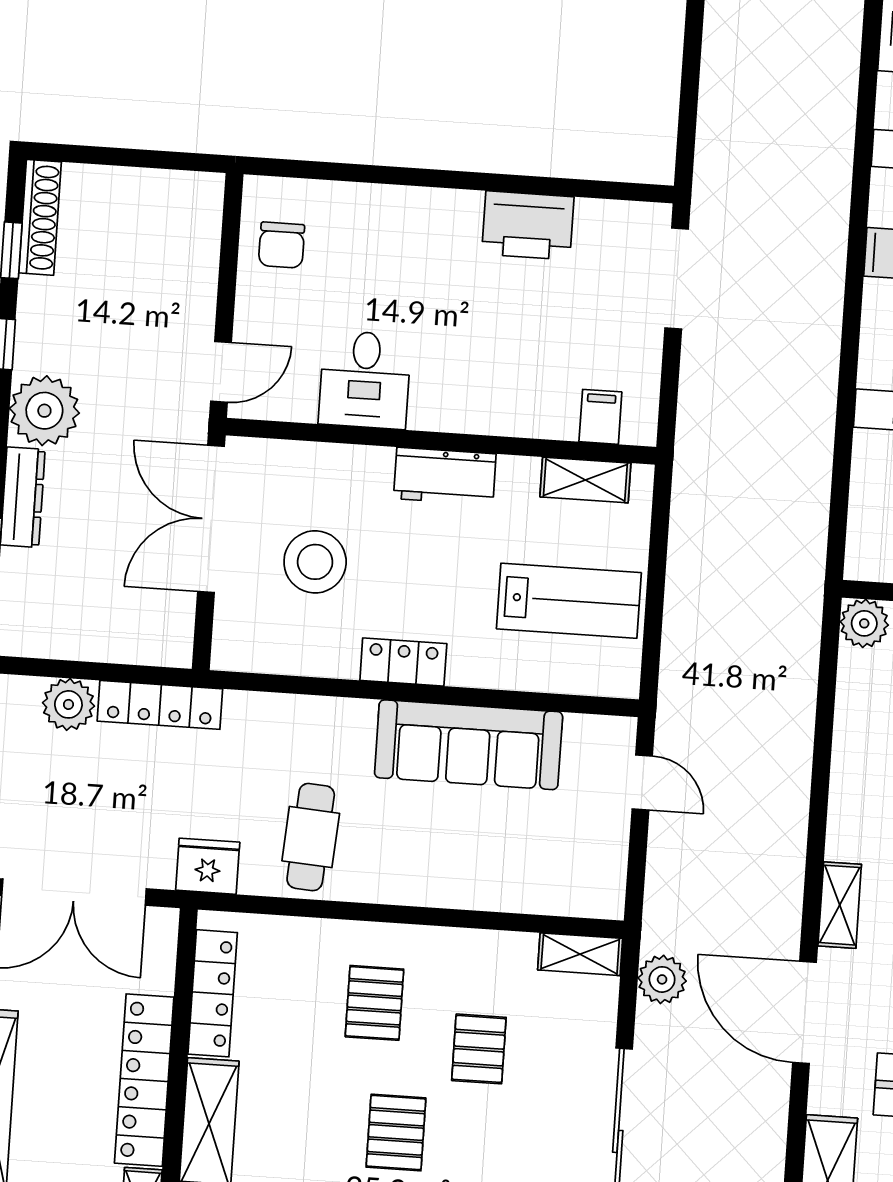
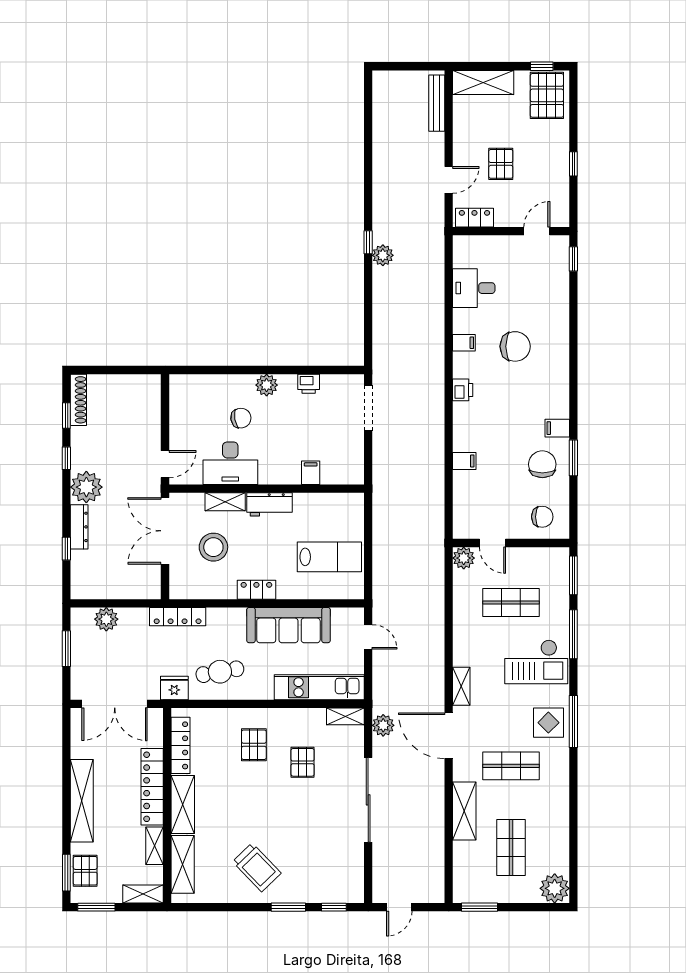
plant: (456, 213) -> (267, 385), added
printer: (528, 225) -> (309, 384), width x0.53, depth x0.68
chair: (282, 245) -> (241, 418), moved, turned -100
desk: (365, 380) -> (230, 463), width x1.37
filing cabinet: (600, 417) -> (311, 473), moved
shelving: (585, 480) -> (225, 502), moved
locker: (160, 705) -> (178, 617), moved
cafe table: (311, 837) -> (220, 672), turned 76
kitchen unit: (527, 886) -> (319, 687), added
pallet: (396, 1133) -> (268, 803), removed

